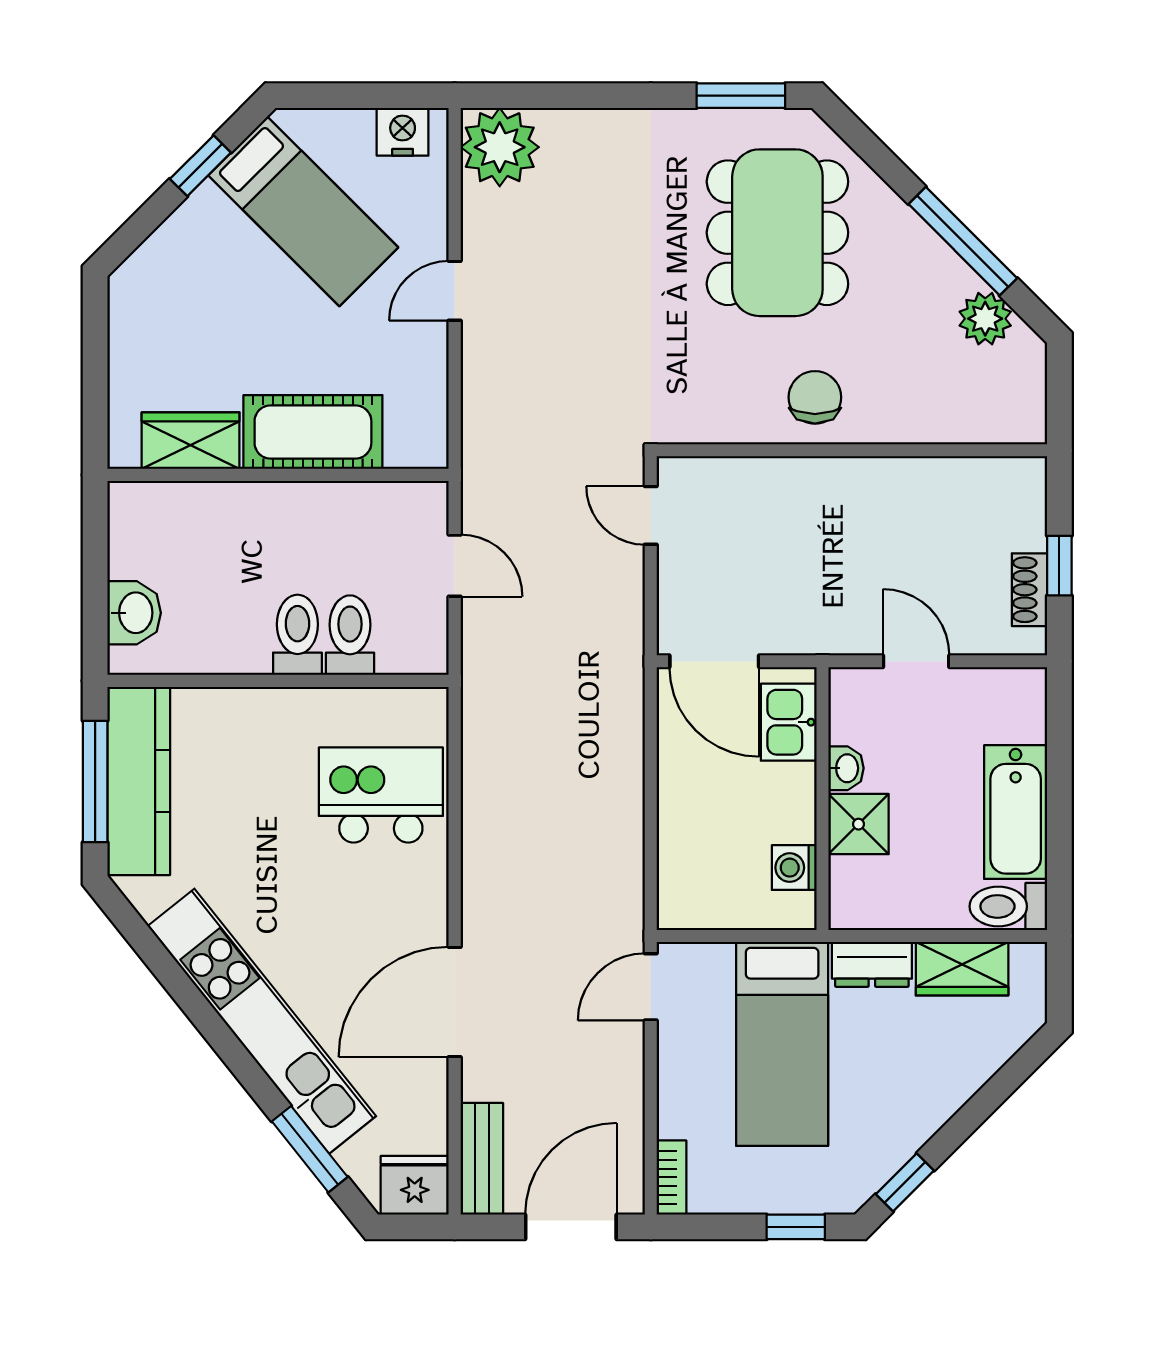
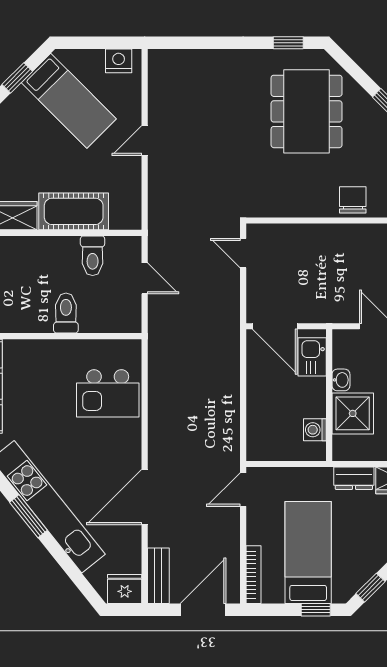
window: (741, 96) -> (288, 43), width x0.67
plant: (500, 147) -> (167, 69), removed
chair: (815, 397) -> (353, 200), moved
toilet: (350, 635) -> (93, 256), moved, turned 180
kitchen island: (381, 795) -> (108, 393), turned 180
shower: (858, 824) -> (353, 413), width x1.36, depth x1.36
bed: (782, 1044) -> (308, 553), moved, turned 180
window: (310, 1149) -> (28, 516), moved
bookcase: (672, 1177) -> (253, 575), width x1.56

